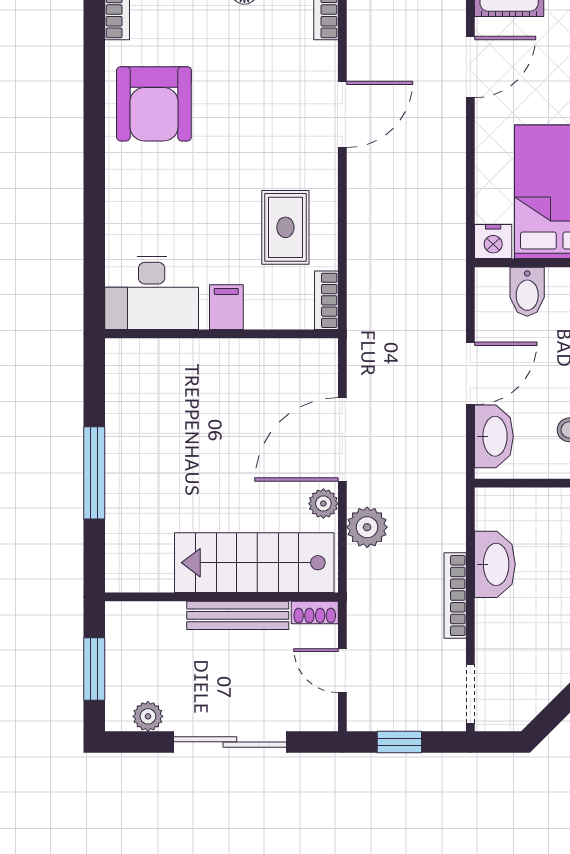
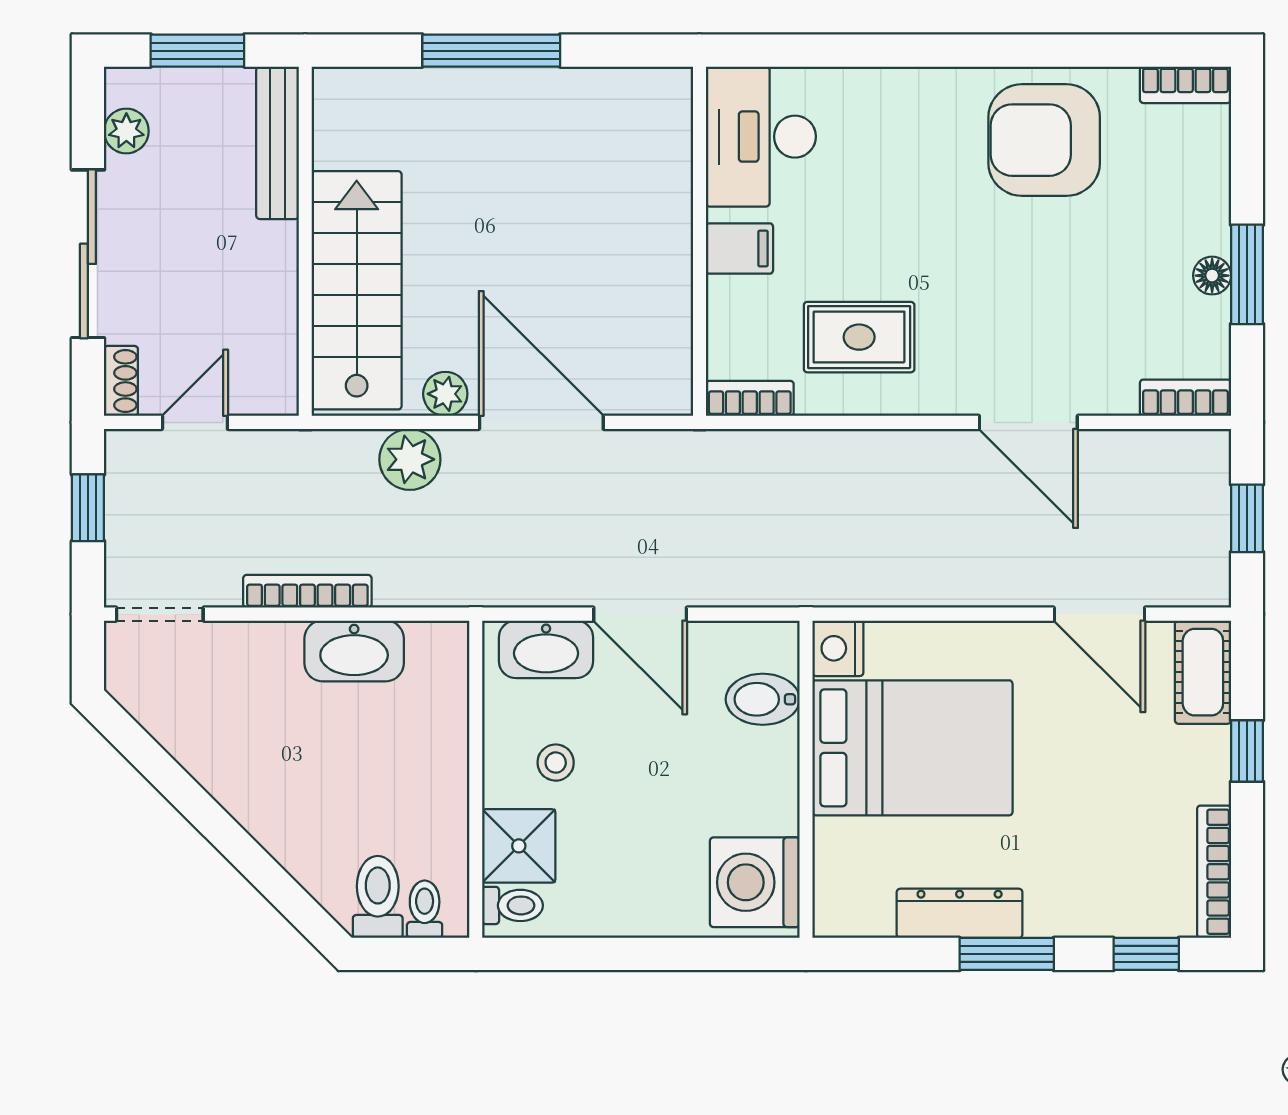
shoe rack: (315, 613) -> (121, 381), moved, turned 180
bench: (238, 615) -> (278, 143), moved

